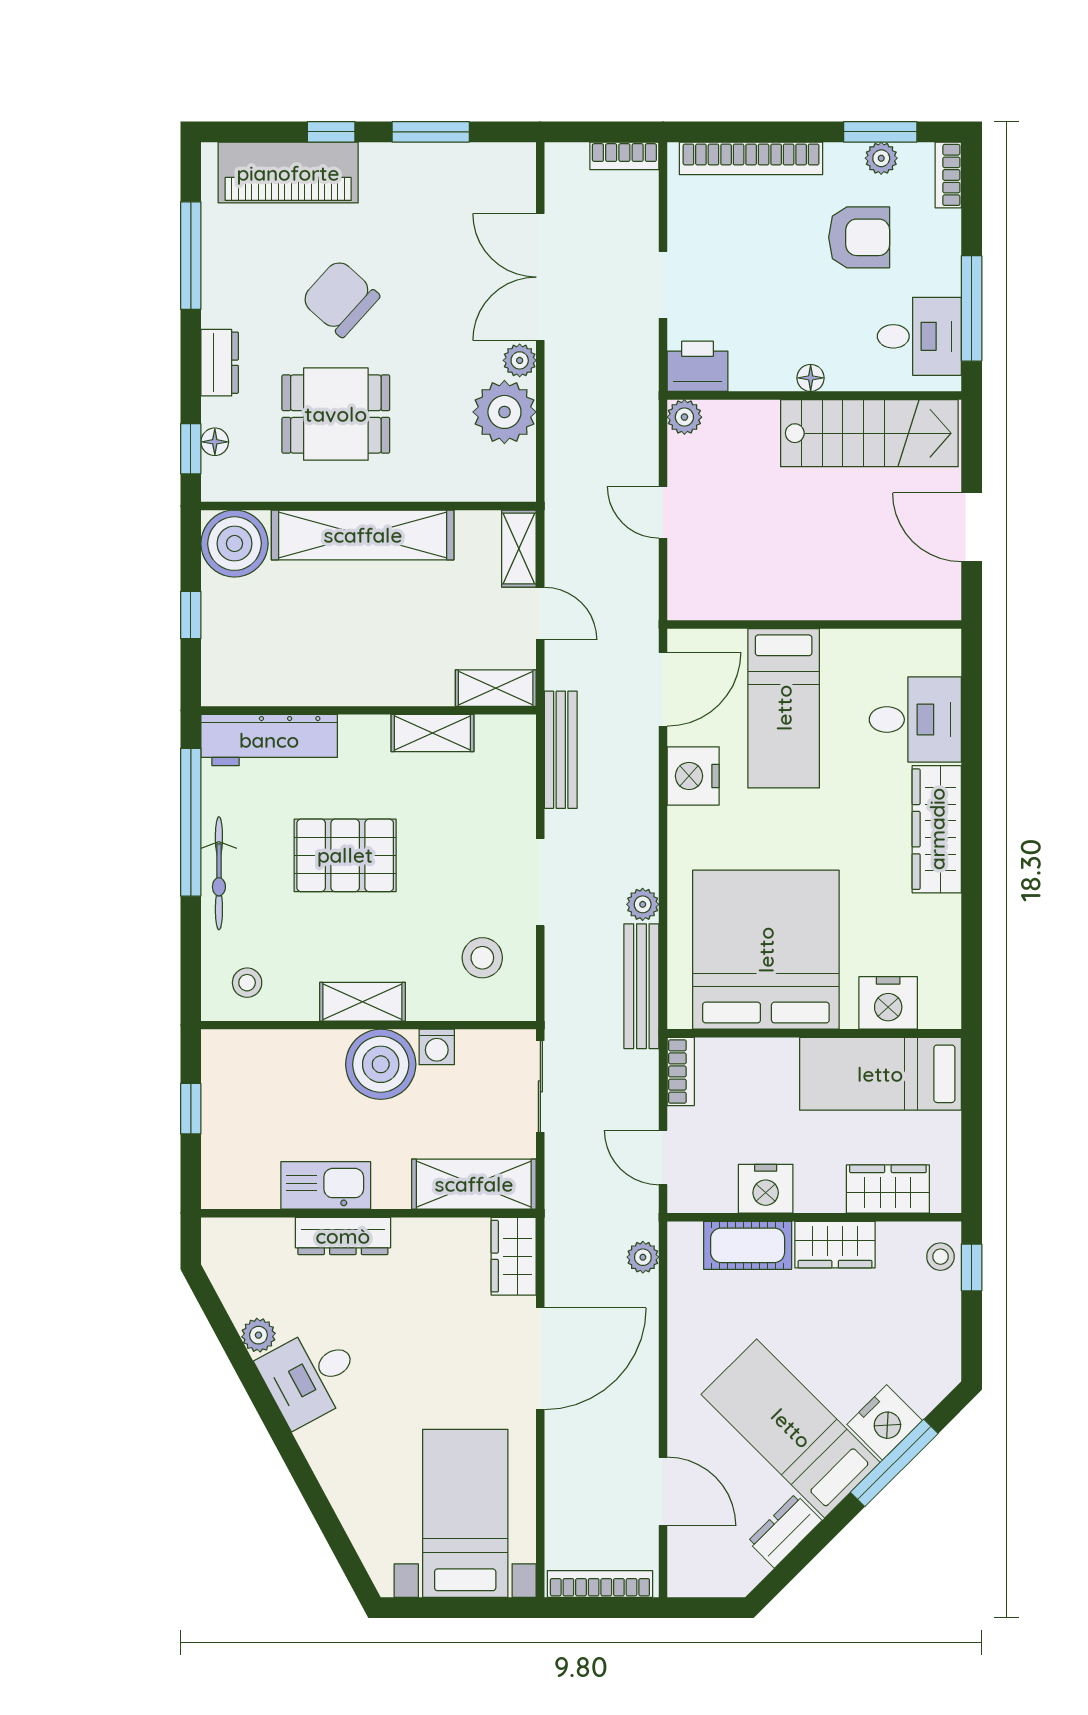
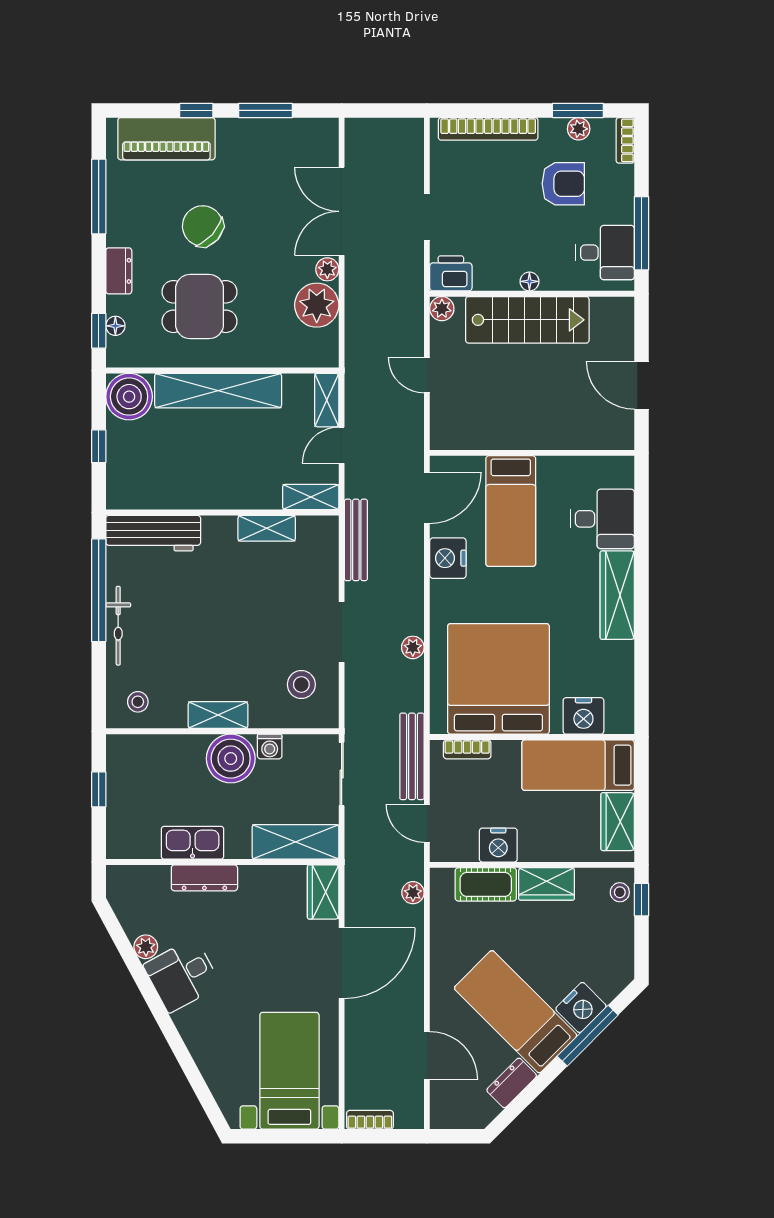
bookcase: (624, 156) -> (400, 127), removed
stairs: (869, 433) -> (527, 320), moved
door: (540, 614) -> (342, 445), swing flipped
pallet: (345, 855) -> (206, 613), removed
bench: (641, 986) -> (412, 756), moved
bookcase: (681, 1071) -> (467, 749), moved, turned 90
wardrobe: (888, 1189) -> (618, 822), moved, turned -90
bookcase: (600, 1584) -> (370, 1120), width x0.64

